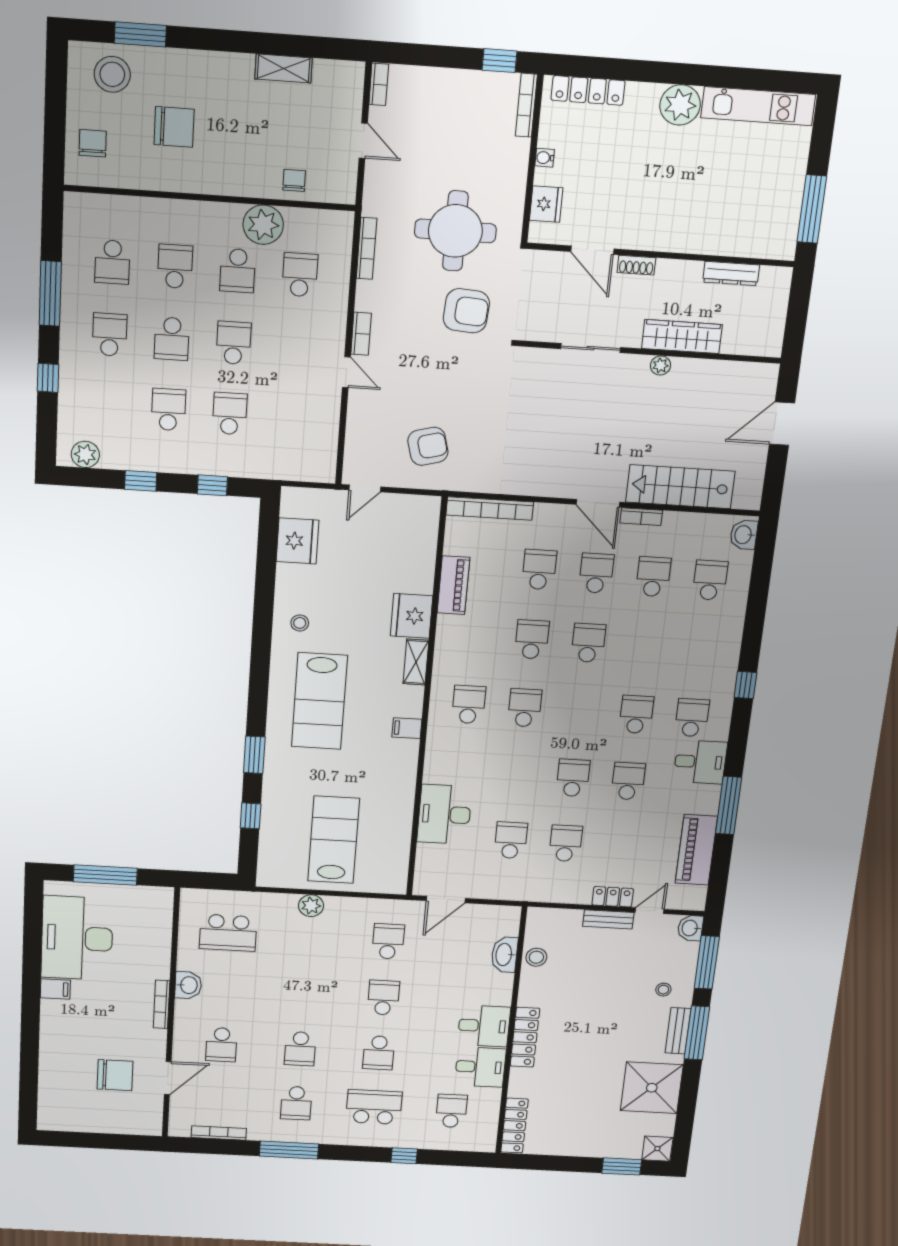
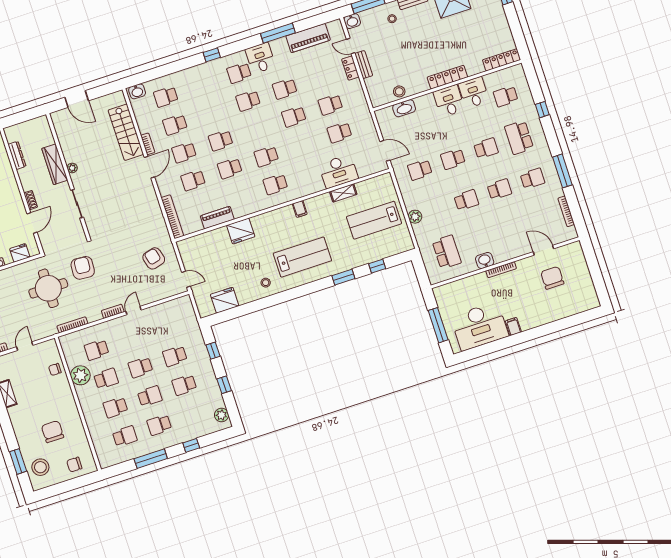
shelving: (416, 662) -> (343, 193), moved
school desk: (221, 1045) -> (466, 200), moved

